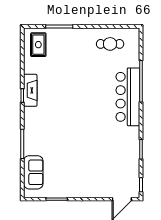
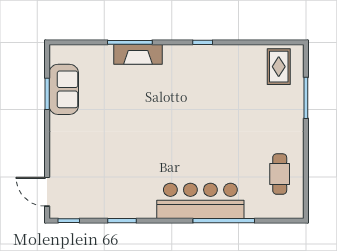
rug: (38, 45) -> (279, 67), turned 90
fireplace: (30, 90) -> (138, 54), moved
sofa: (33, 172) -> (64, 89), moved, turned -90

